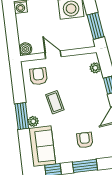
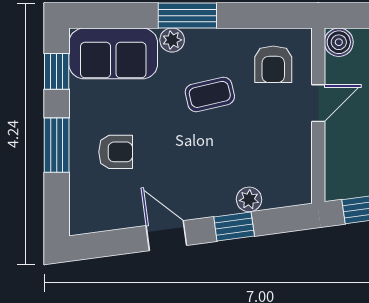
plant: (95, 68) -> (249, 199), moved
armchair: (38, 76) -> (273, 64), turned 90

